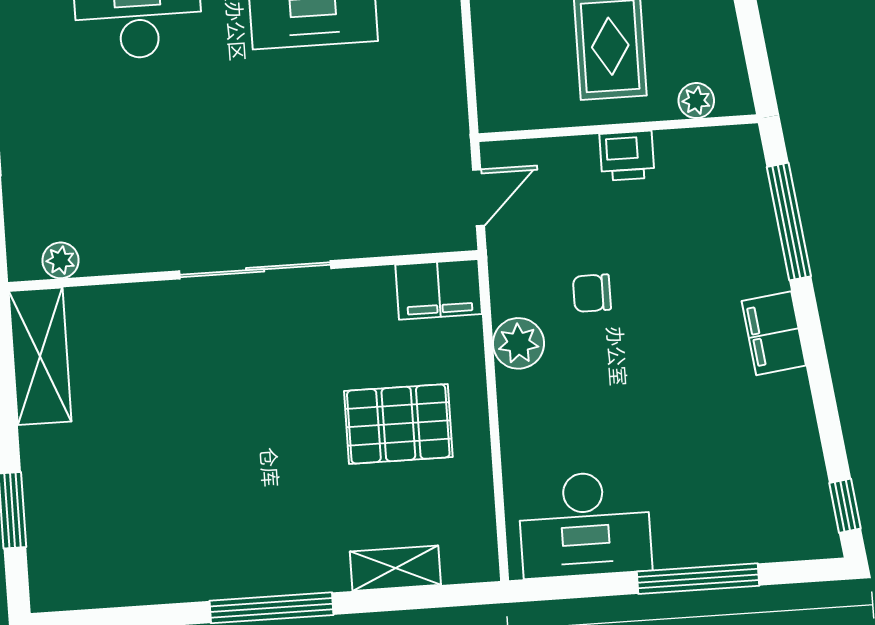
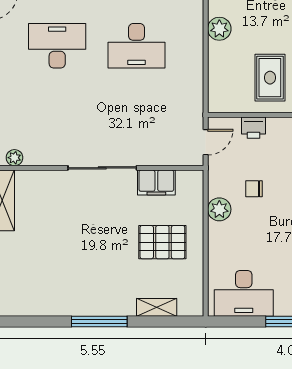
printer: (627, 156) -> (253, 128), moved
filing cabinet: (439, 289) -> (156, 182), moved

